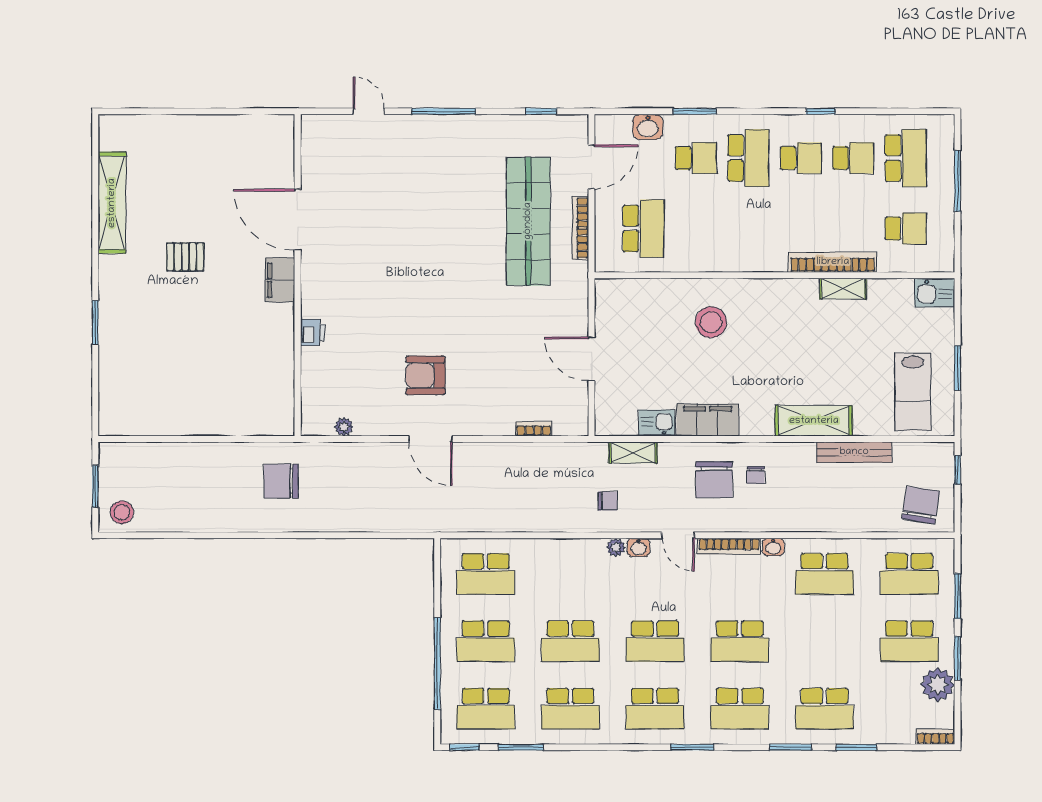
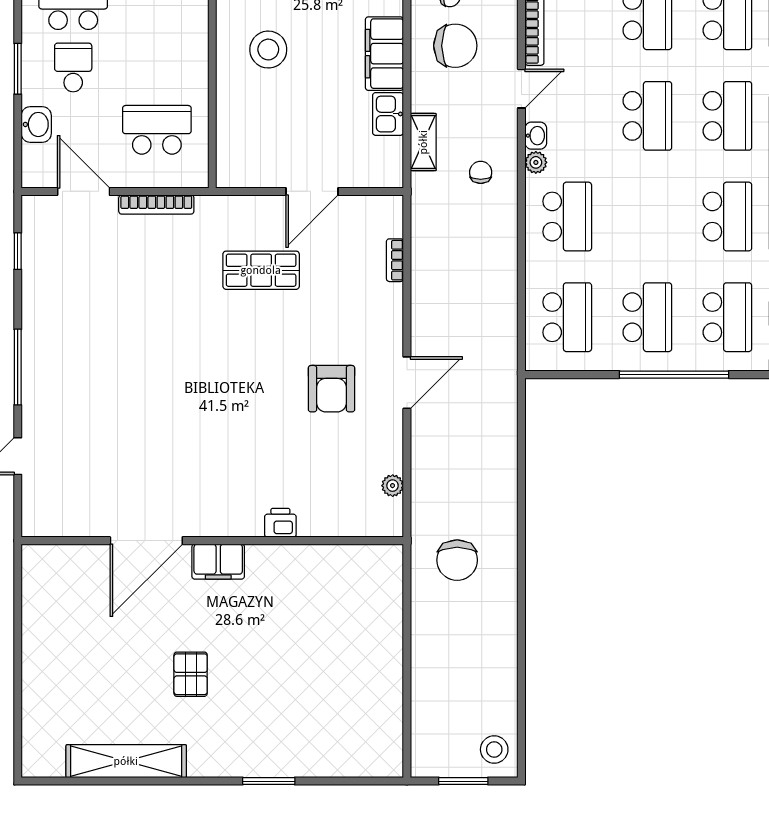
shop shelf: (528, 221) -> (261, 270), moved, width x0.50, depth x0.74
school desk: (570, 641) -> (567, 217), moved

